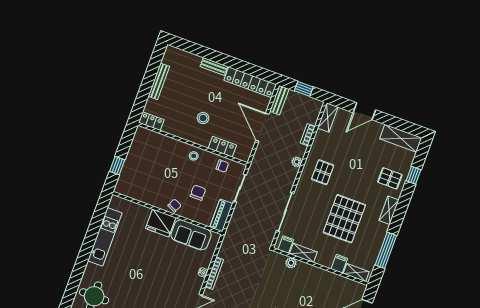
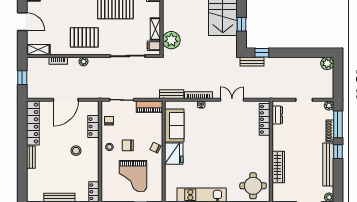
bench: (279, 100) -> (172, 94), moved
grand piano: (152, 170) -> (133, 176), added
pallet: (323, 172) -> (84, 37), width x1.50, depth x1.42
chair: (198, 193) -> (128, 145), moved
plant: (291, 263) -> (171, 40), width x1.88, depth x1.88

